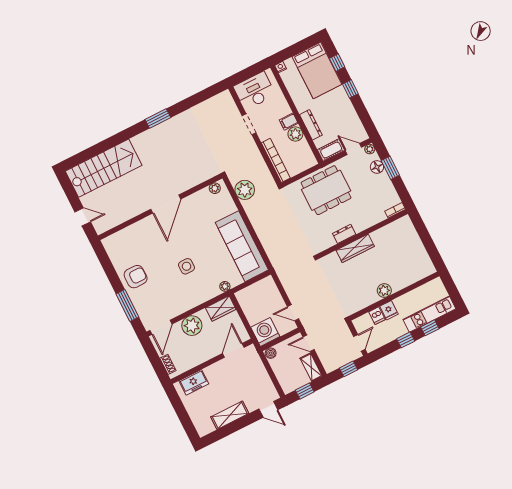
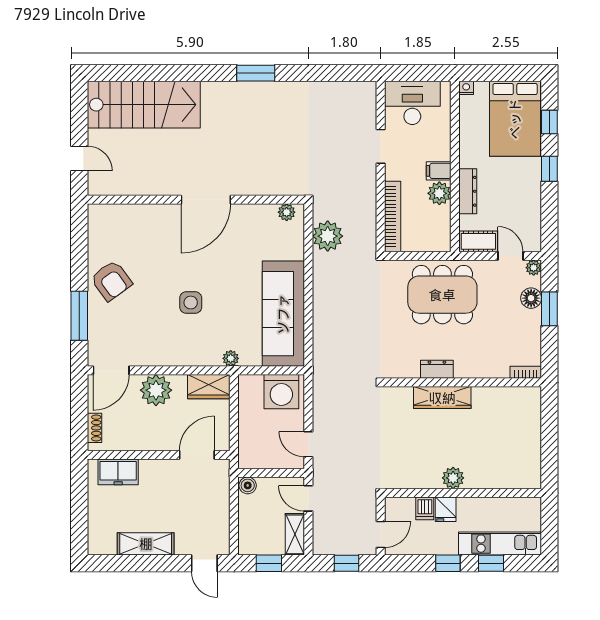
armchair: (136, 277) -> (111, 281), turned 54
washing machine: (265, 332) -> (281, 392), moved, turned 180

